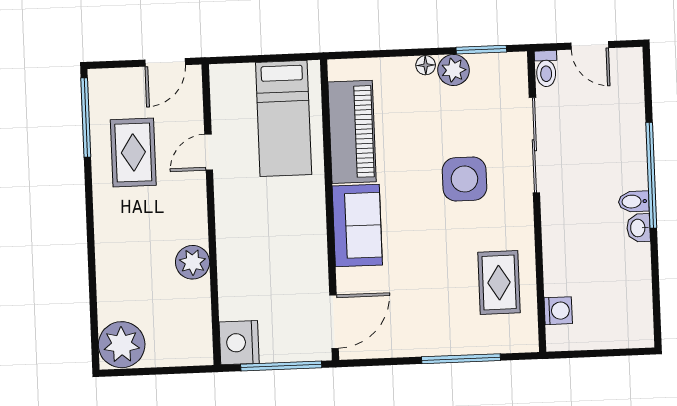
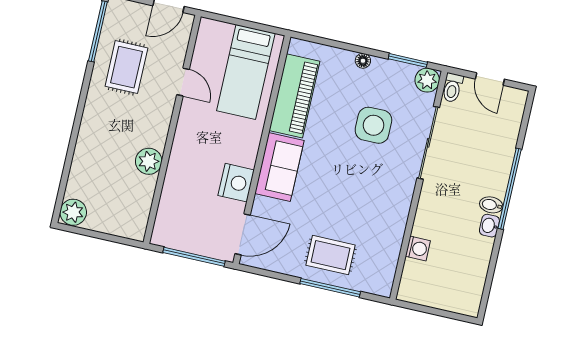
plant: (454, 70) -> (427, 80), moved
door: (209, 152) -> (183, 82), swing flipped
side table: (464, 179) -> (373, 125), moved
rug: (499, 283) -> (331, 255), moved, turned 90
washing machine: (558, 311) -> (418, 248), moved
nightstand: (239, 343) -> (236, 183), moved, turned 180
plant: (122, 345) -> (73, 212), width x0.73, depth x0.73

